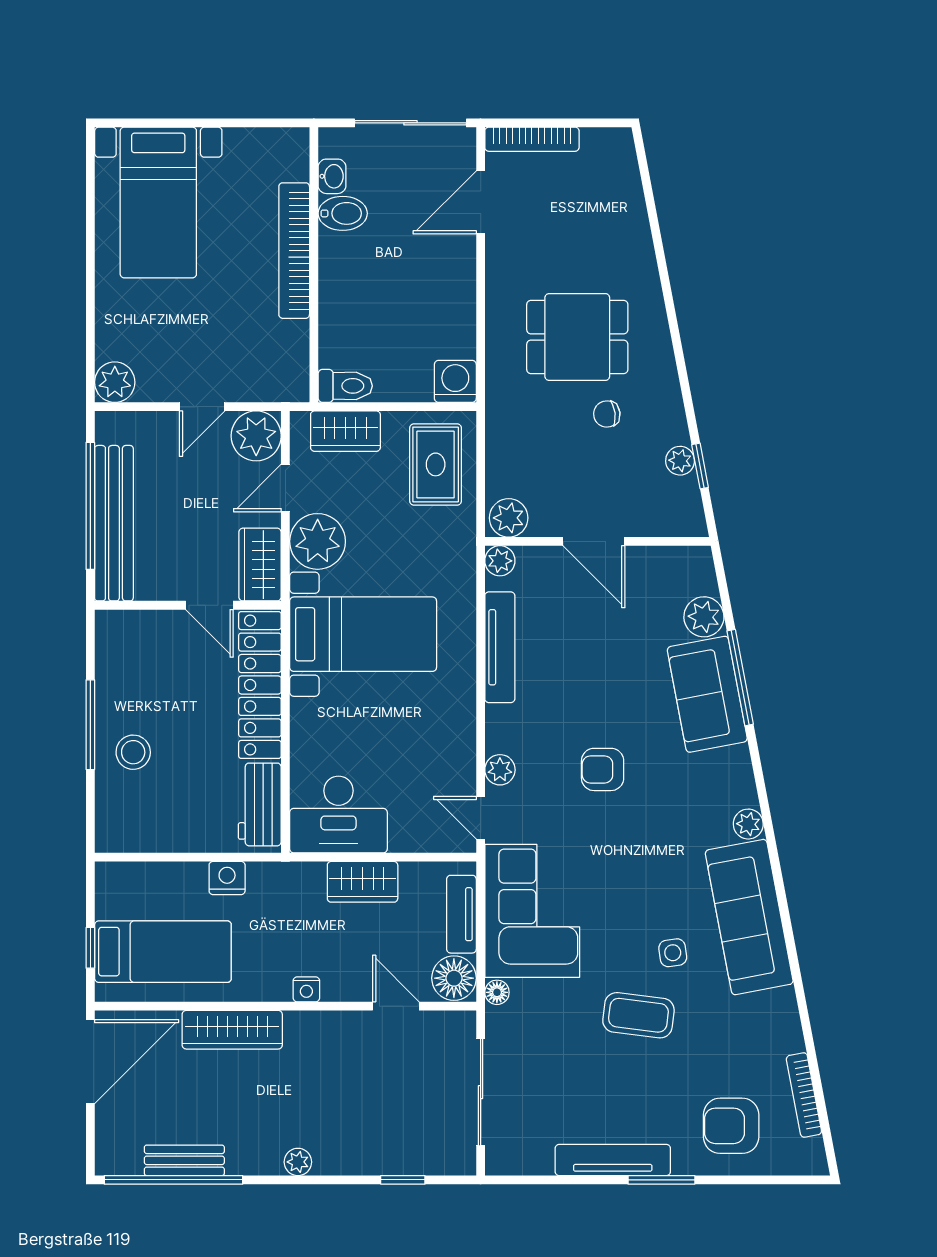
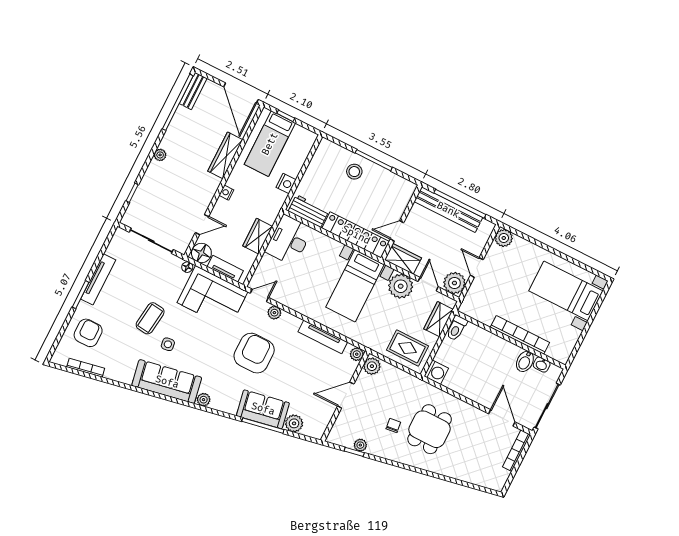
armchair: (603, 769) -> (254, 353), width x1.88, depth x1.88
bench: (184, 1160) -> (193, 91), moved

